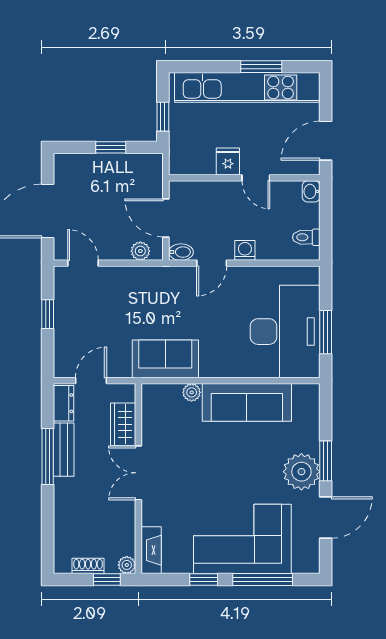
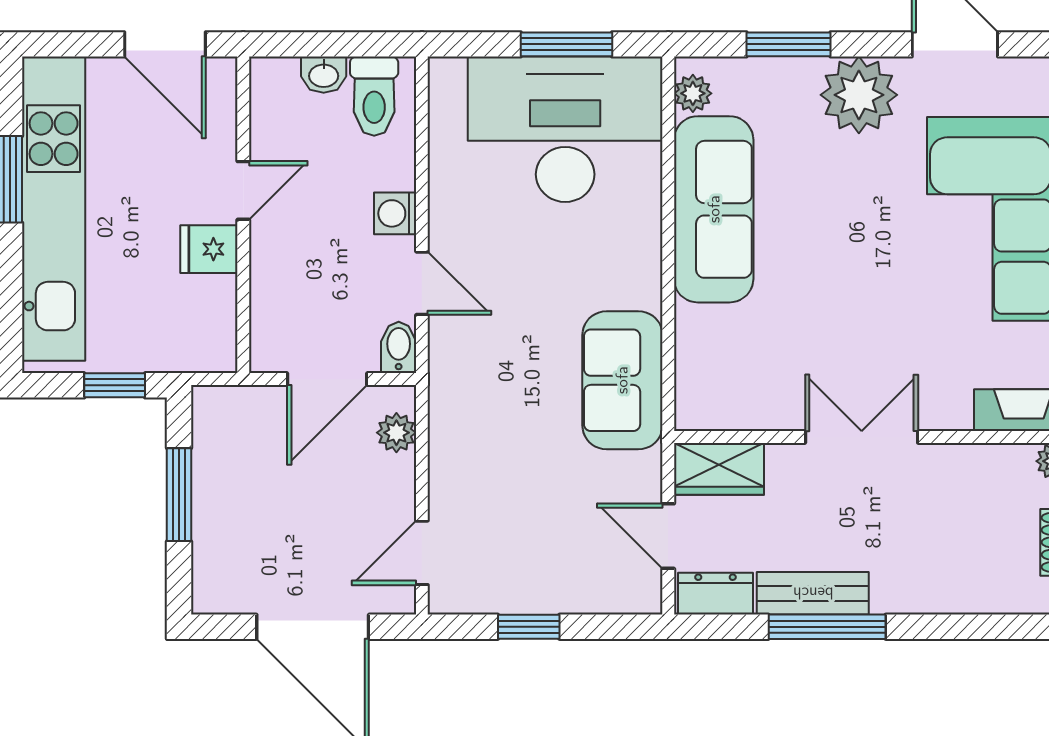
window: (111, 147) -> (179, 495), width x1.50
washbasin: (311, 191) -> (324, 75), moved
toilet: (306, 237) -> (374, 96), width x1.37, depth x1.39
plant: (192, 392) -> (693, 93), moved
wardrobe: (123, 424) -> (719, 469), moved
window: (326, 461) -> (788, 44), moved
double door: (138, 473) -> (862, 437), swing flipped

